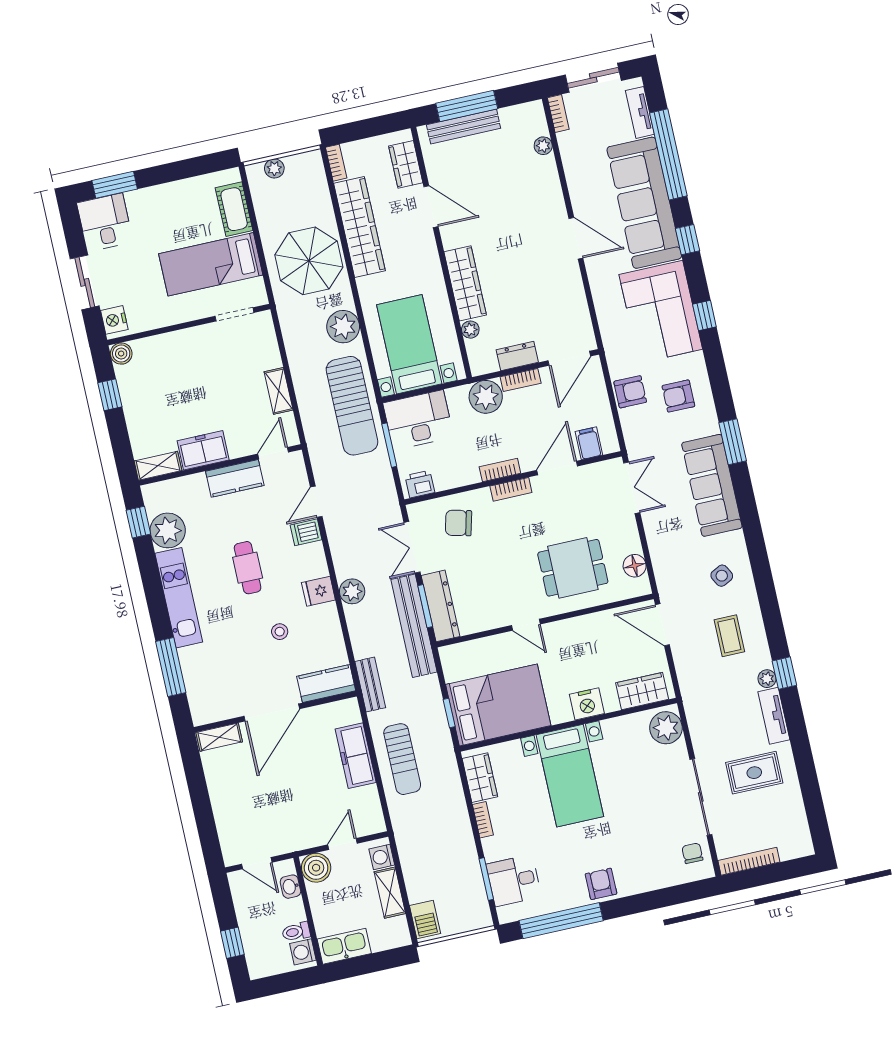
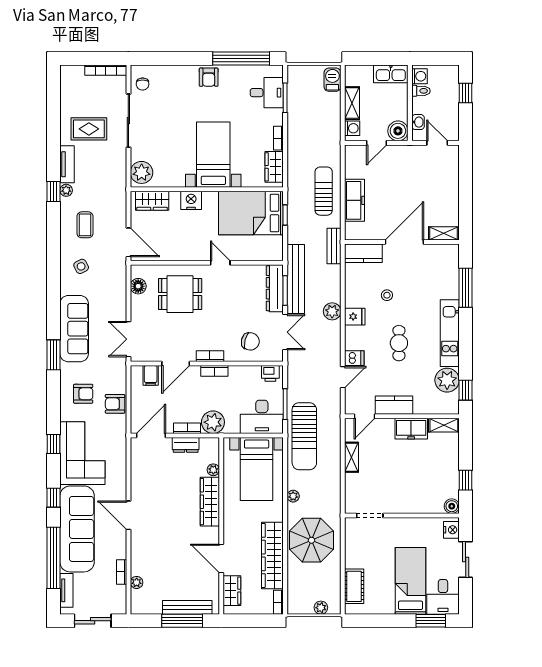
bookcase: (558, 113) -> (122, 572), moved
bed: (211, 264) -> (410, 581), moved, turned -90
plant: (343, 327) -> (293, 496), width x0.53, depth x0.53
sun lounger: (352, 406) -> (304, 436), turned 180

